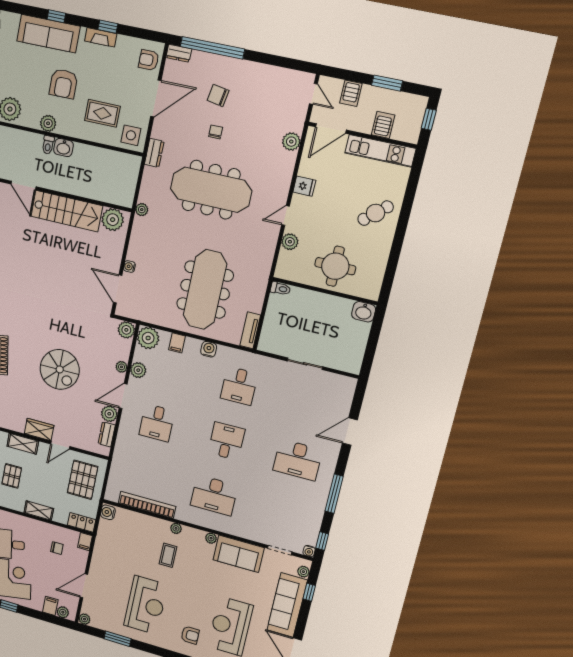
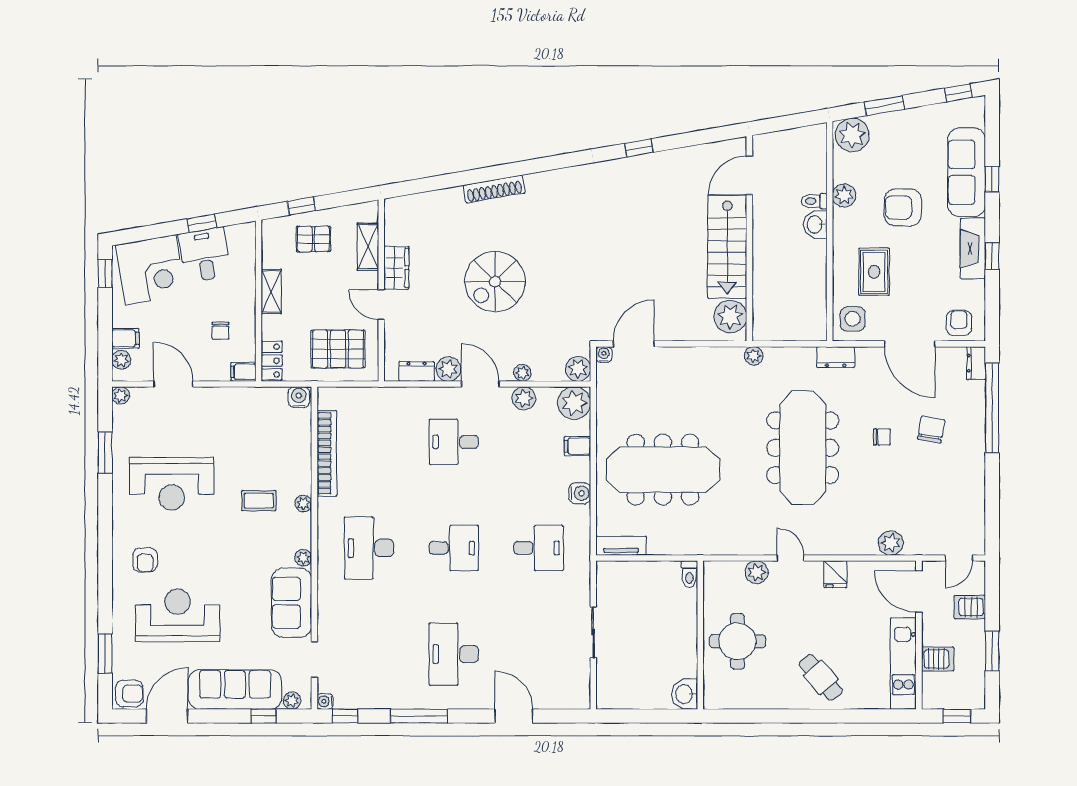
fireplace: (101, 37) -> (973, 249), width x1.37, depth x1.32
water cooler: (129, 267) -> (604, 355), moved
desk: (239, 386) -> (539, 548), turned 180

